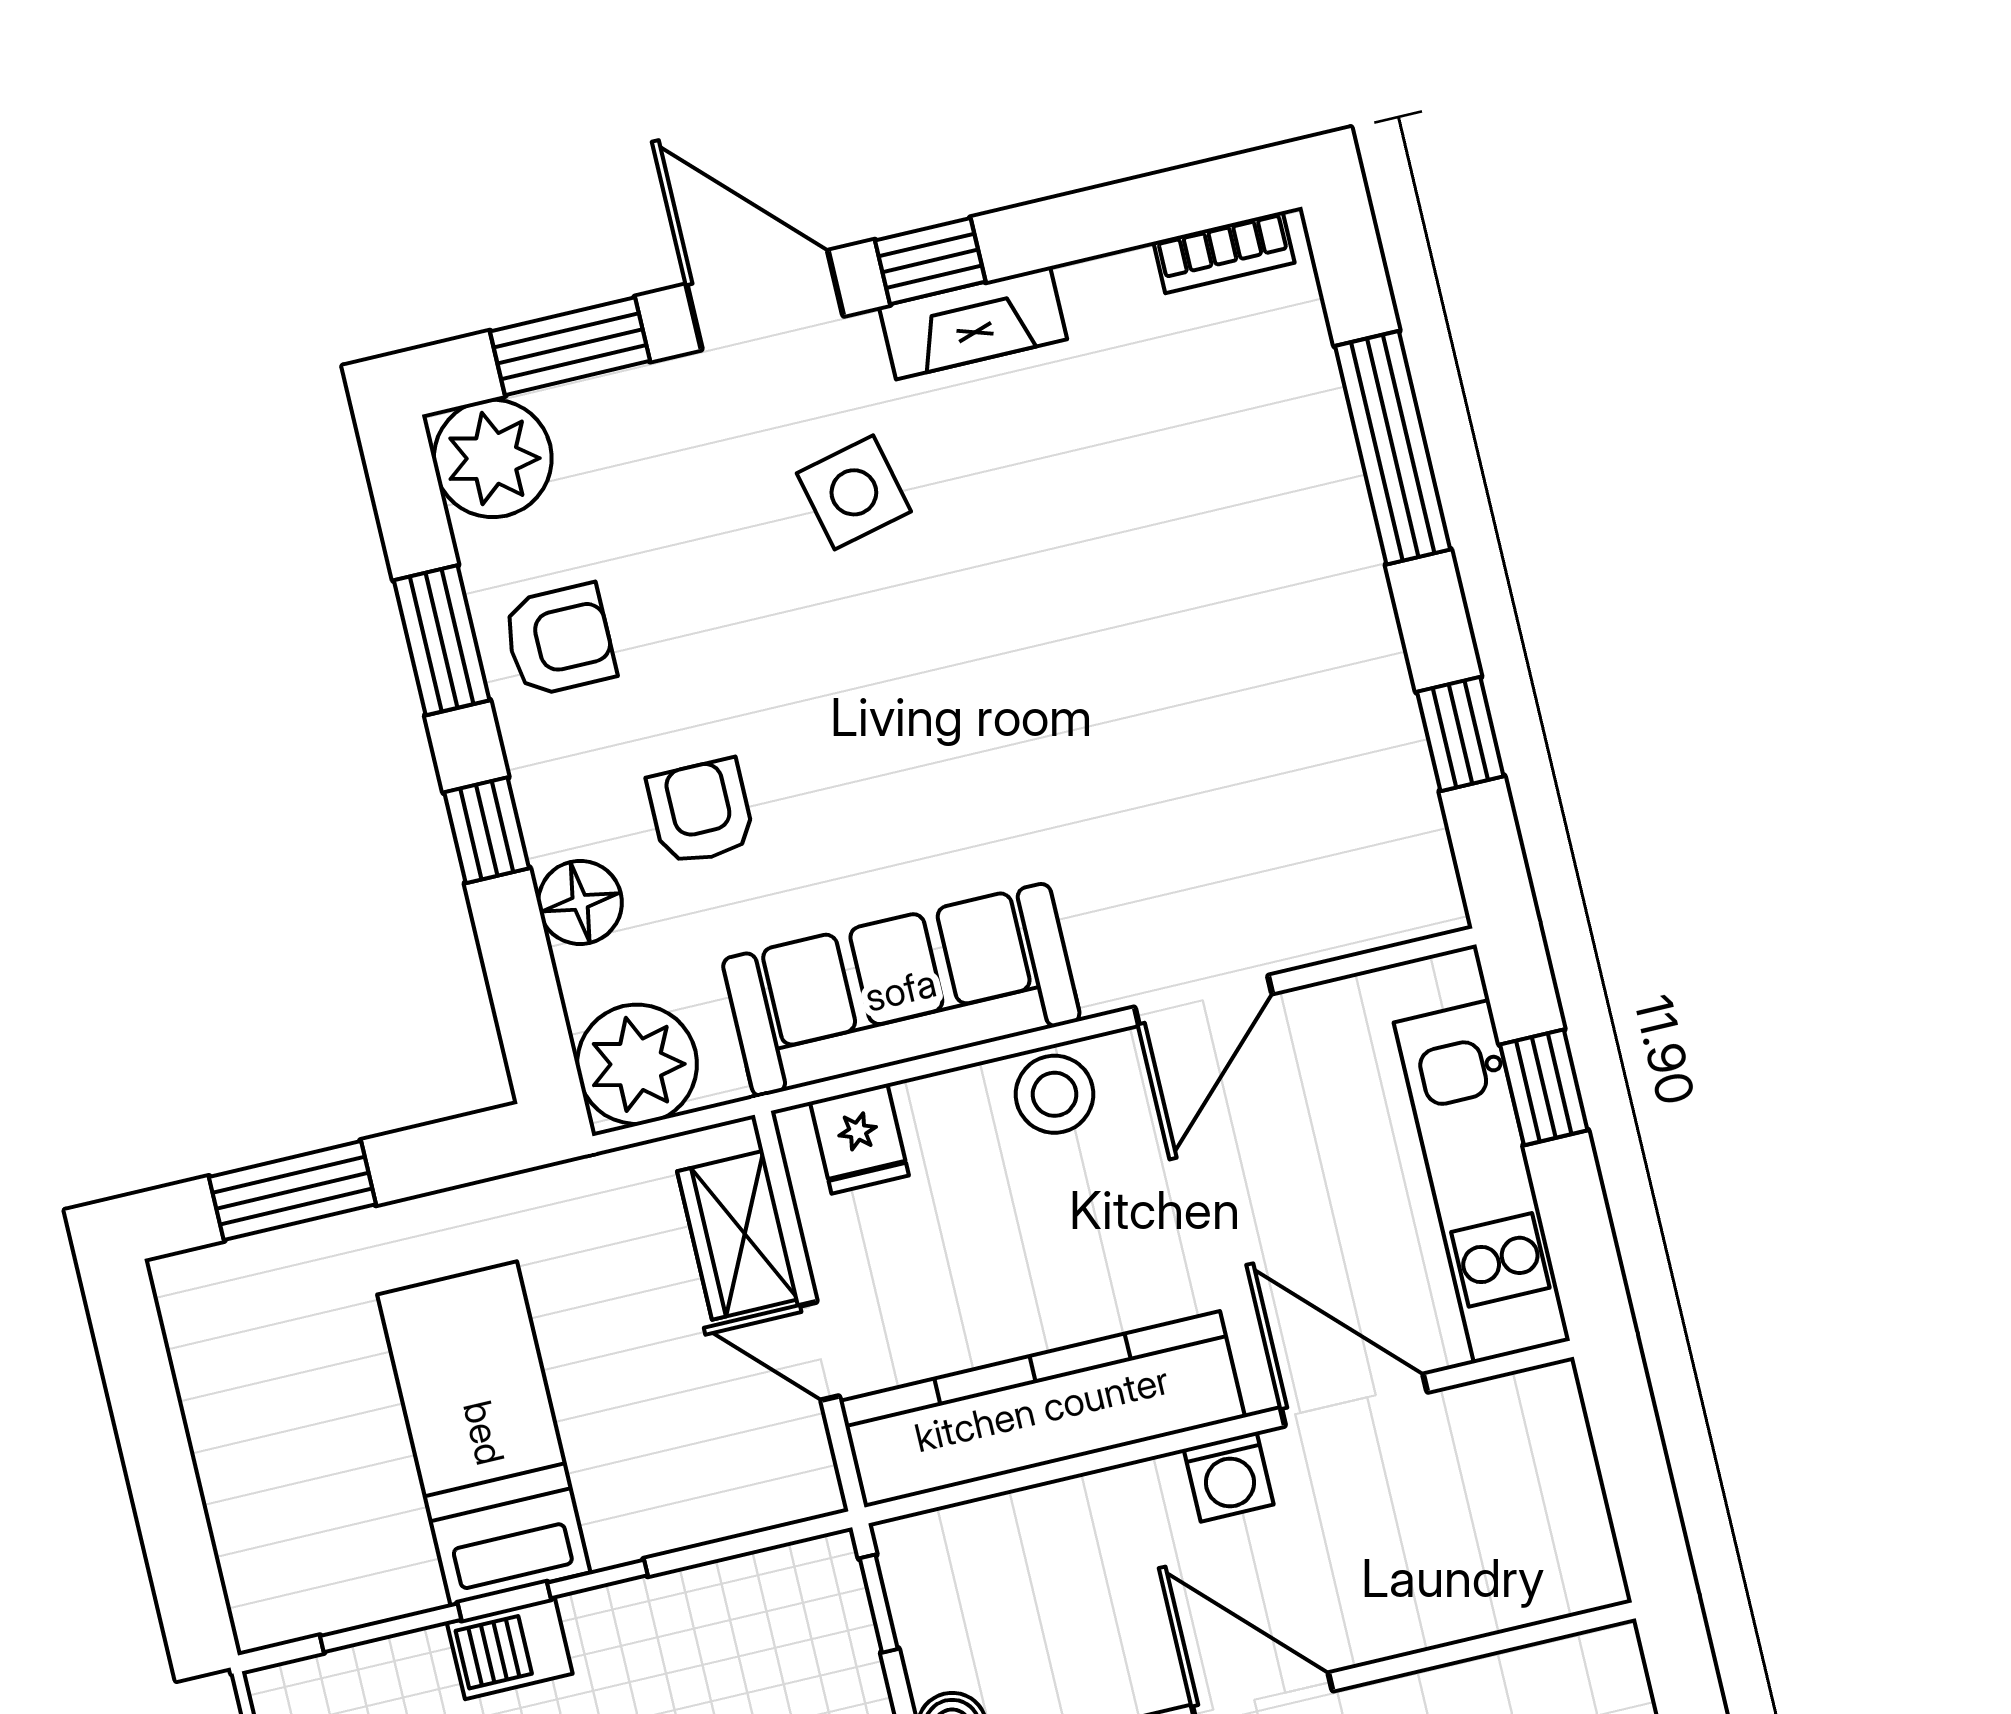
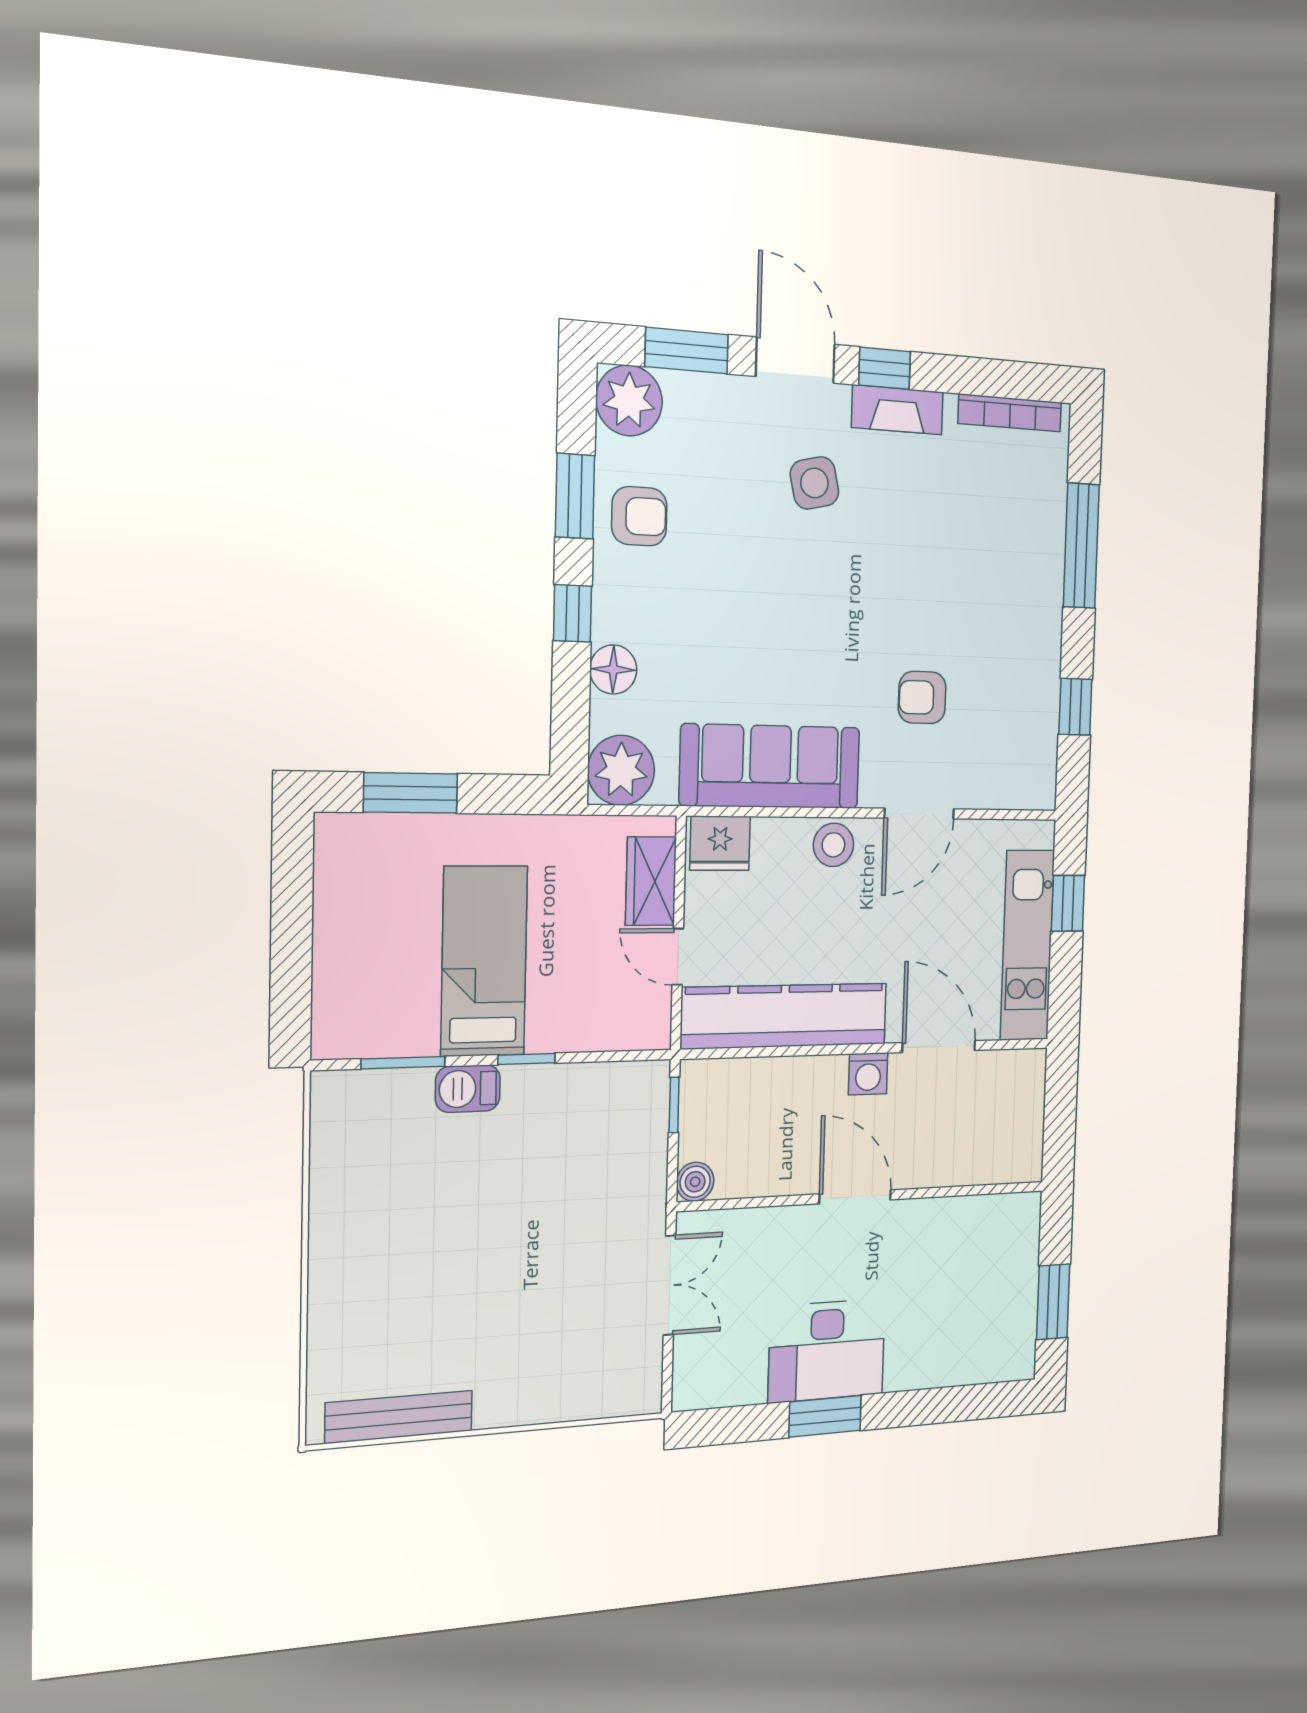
bookcase: (1224, 252) -> (1010, 413), width x1.56
armchair: (701, 812) -> (922, 697), moved, turned -90
fridge: (859, 1139) -> (720, 843), width x1.38

